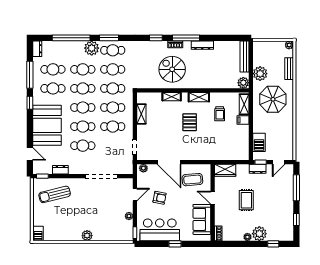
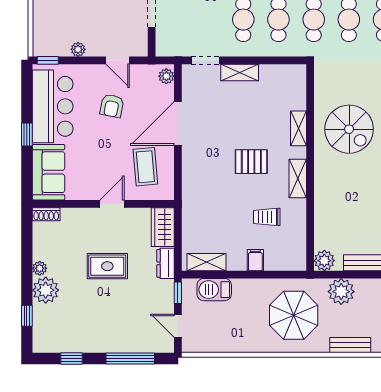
spiral stairs: (172, 69) -> (349, 129), turned 90
shelving: (244, 104) -> (206, 262), moved
shelving: (141, 114) -> (240, 72), moved
dresser: (258, 169) -> (166, 263), moved
sofa: (202, 219) -> (49, 172), moved, turned 90

